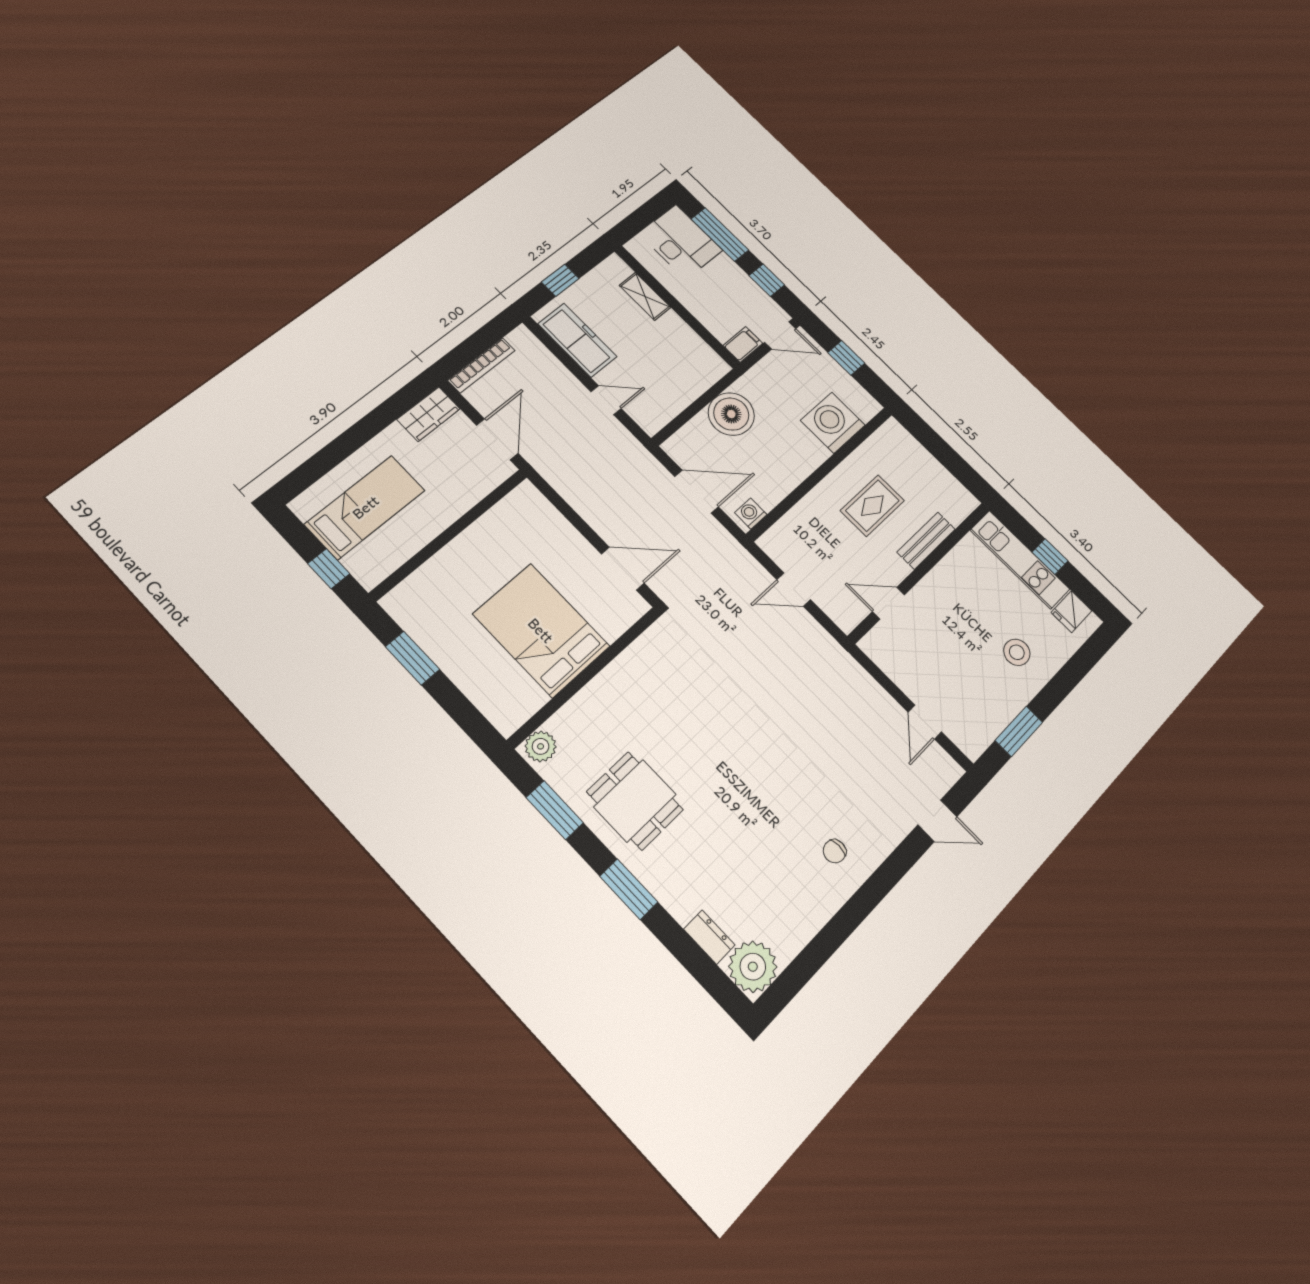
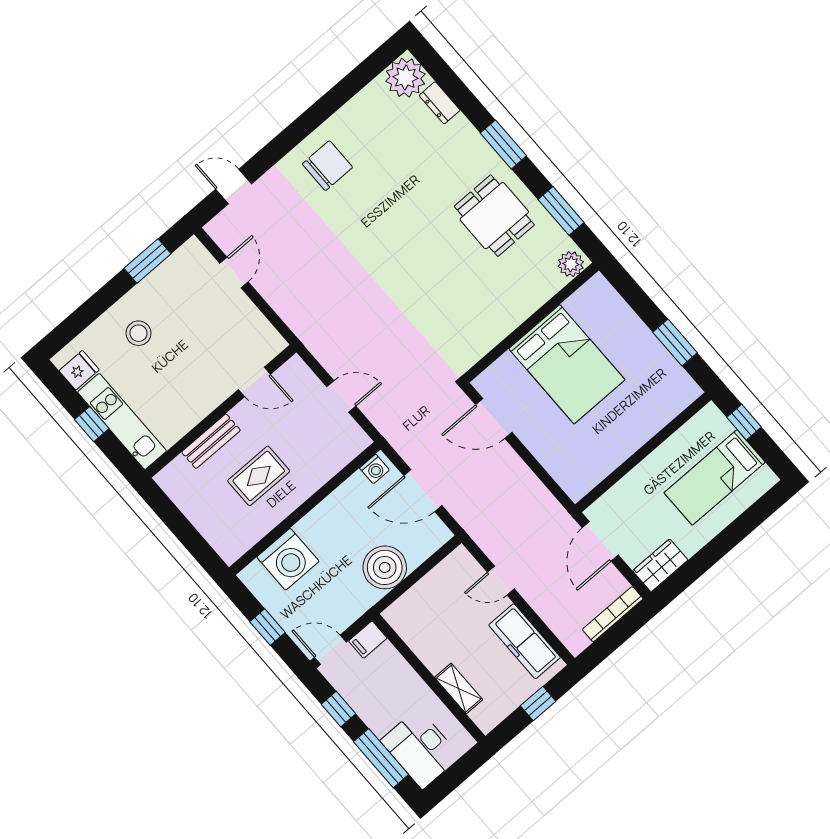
chair: (835, 851) -> (327, 166), width x1.87, depth x1.87

